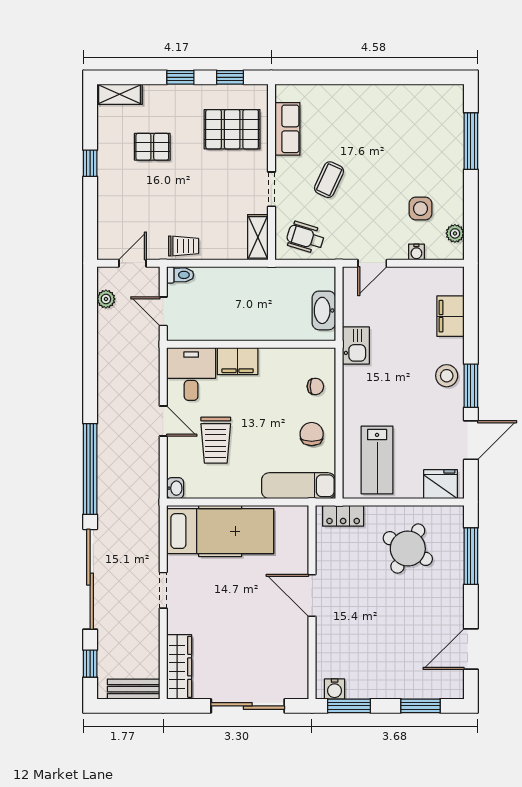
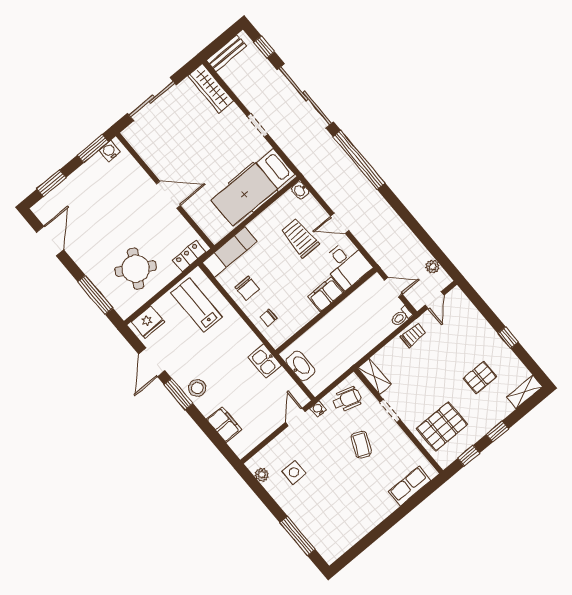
row of seats: (287, 129) -> (410, 486), moved, turned 90
trolley: (184, 246) -> (413, 335), turned 180
water cooler: (416, 252) -> (318, 409), moved

